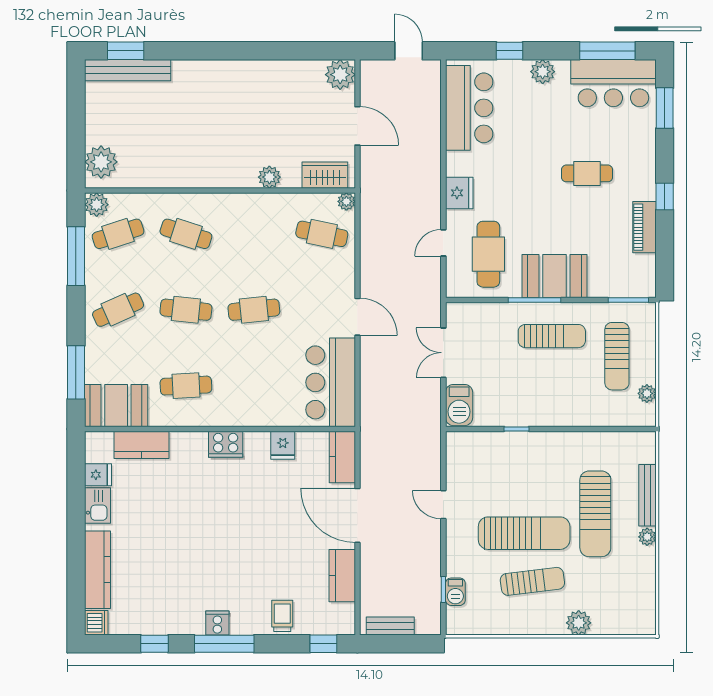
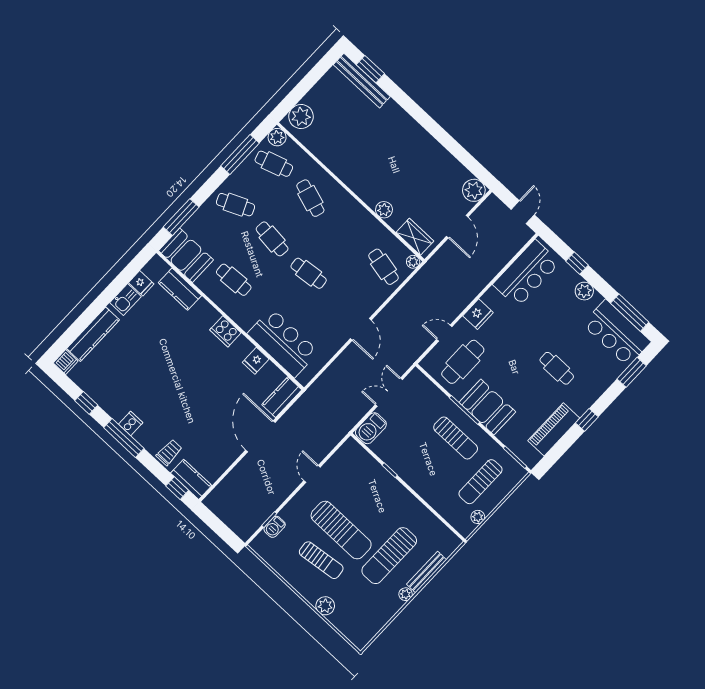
piano: (645, 227) -> (554, 429), width x1.37, depth x1.33
bar counter: (331, 382) -> (283, 343), moved, turned 90
kitchen counter: (342, 576) -> (191, 479), moved, turned 90
bench: (390, 626) -> (222, 512), removed

